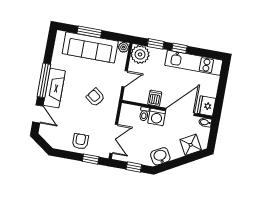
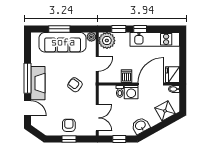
window: (91, 159) -> (69, 139), moved

